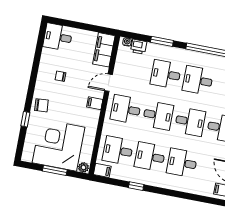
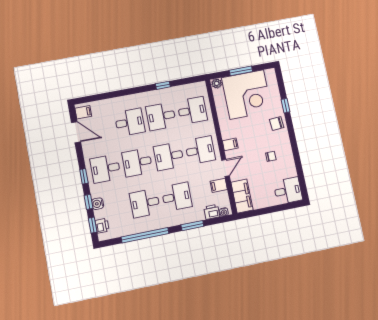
desk: (198, 80) -> (145, 203), turned 180
desk: (150, 157) -> (161, 116), turned 180
filing cabinet: (102, 170) -> (219, 185), moved

